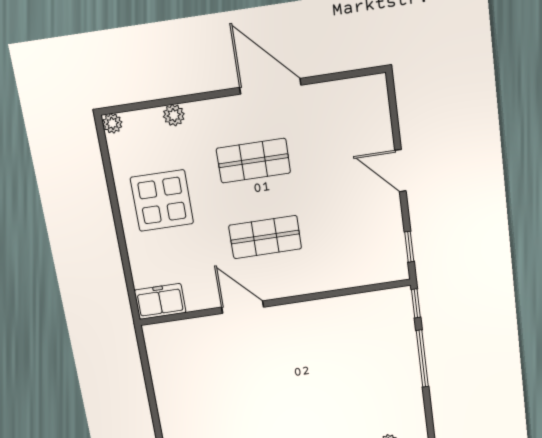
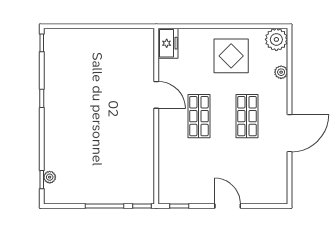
plant: (112, 123) -> (276, 39), width x1.88, depth x1.88
door: (400, 171) -> (228, 206), hinge flipped
door: (243, 307) -> (156, 95), hinge flipped

